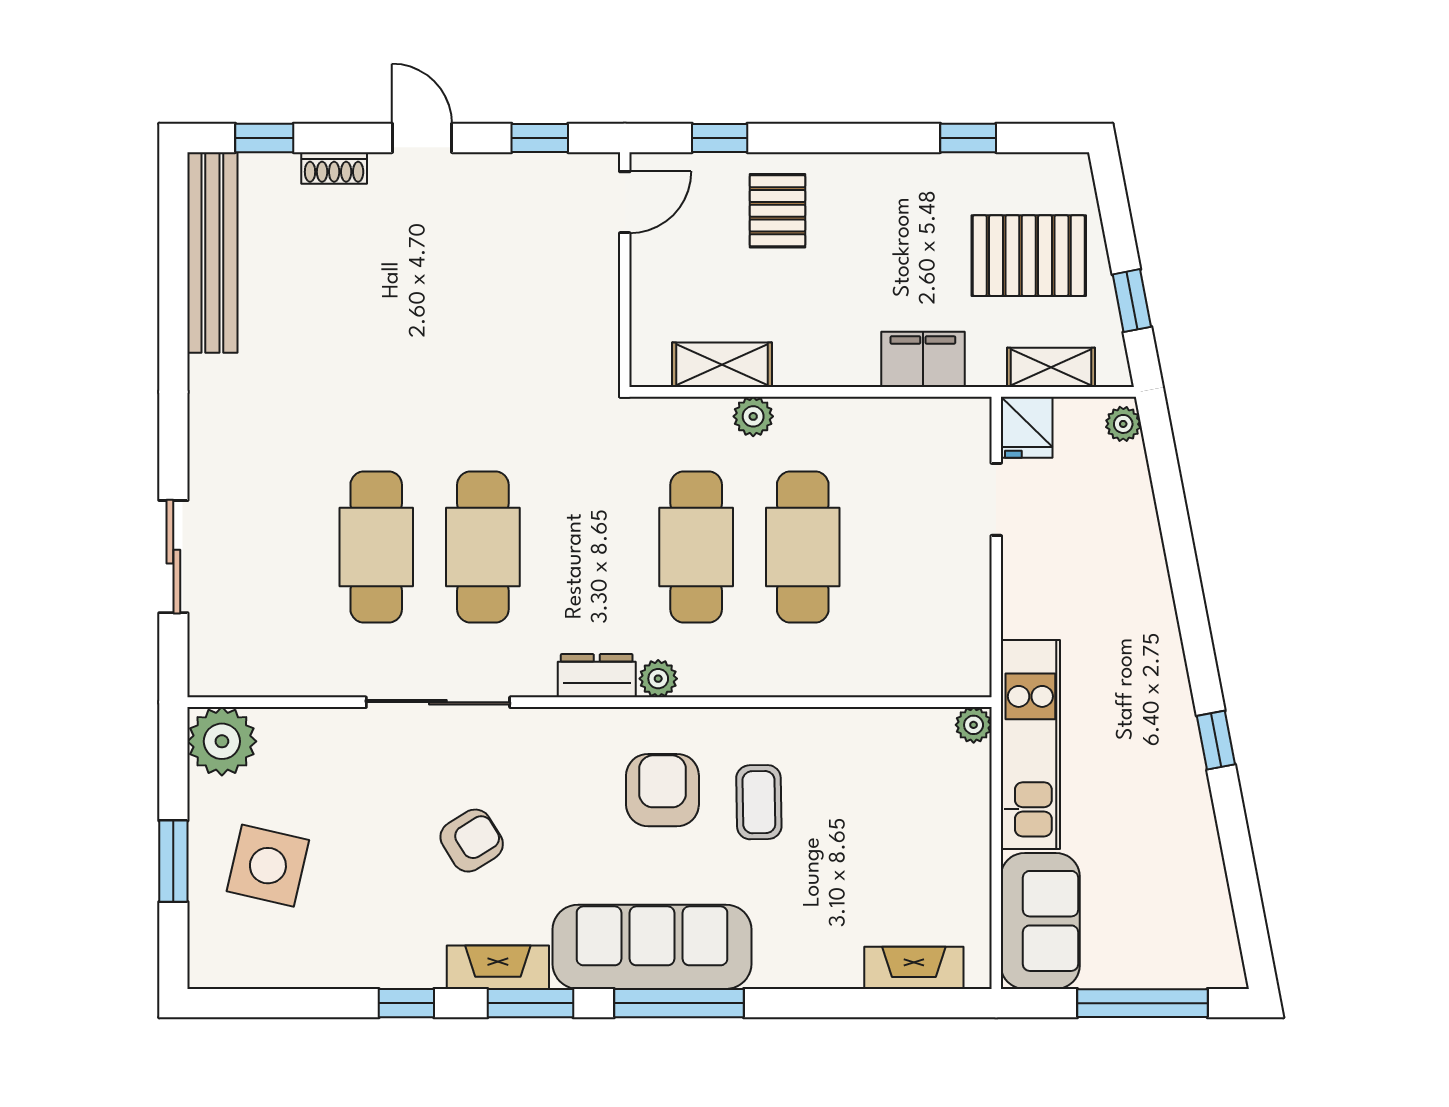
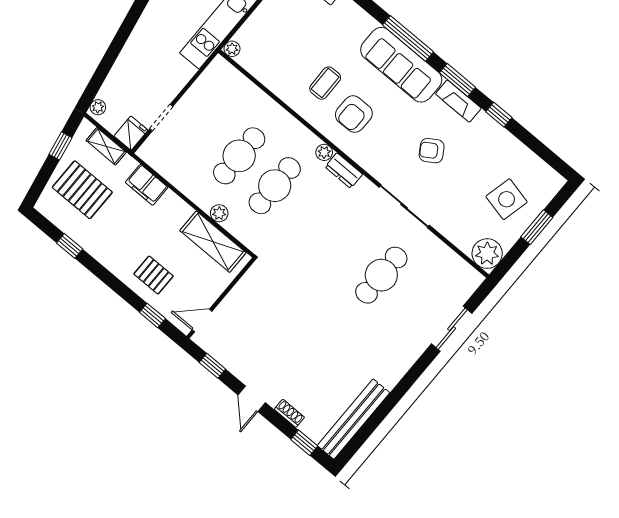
pallet: (777, 211) -> (154, 275), turned 90
shelving: (722, 365) -> (213, 242), width x1.50, depth x1.33
cafe table: (483, 547) -> (346, 245), removed

